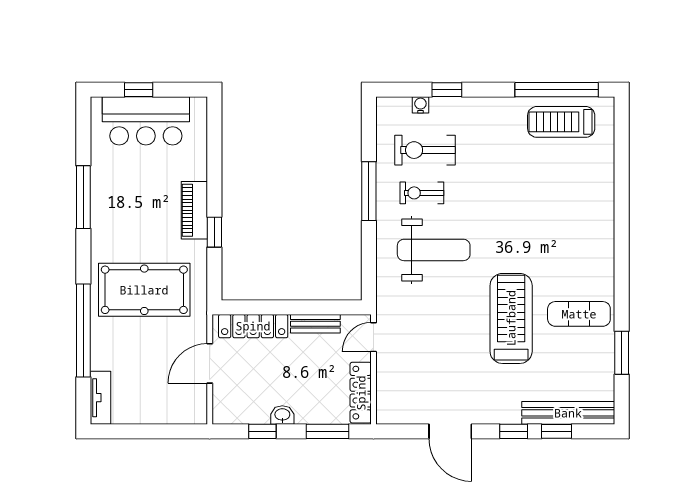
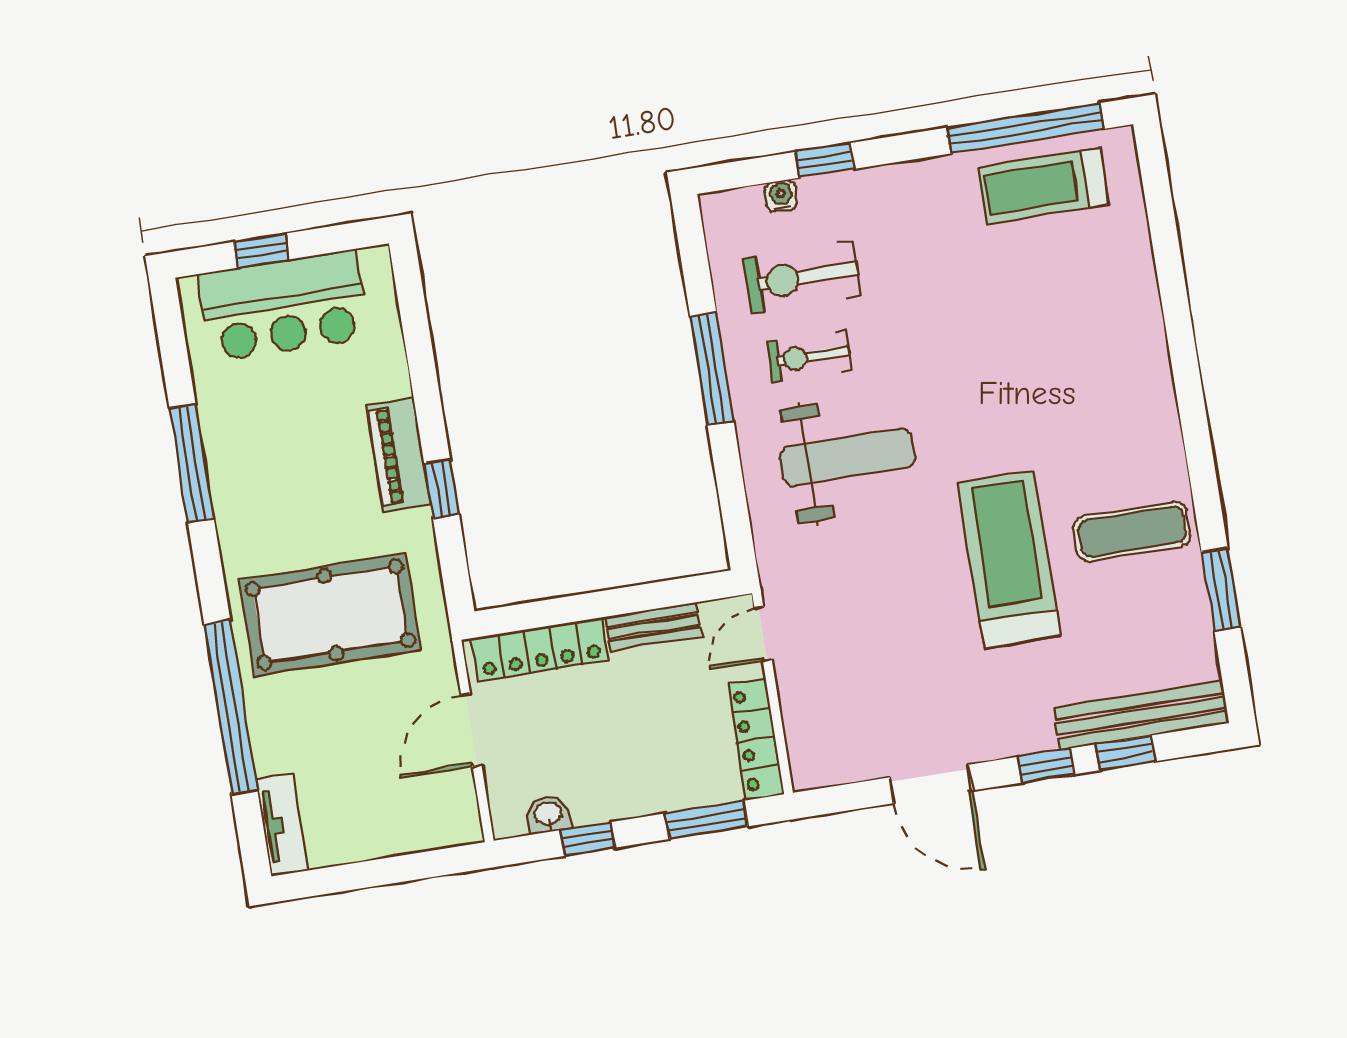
washbasin: (282, 415) -> (548, 815), moved

